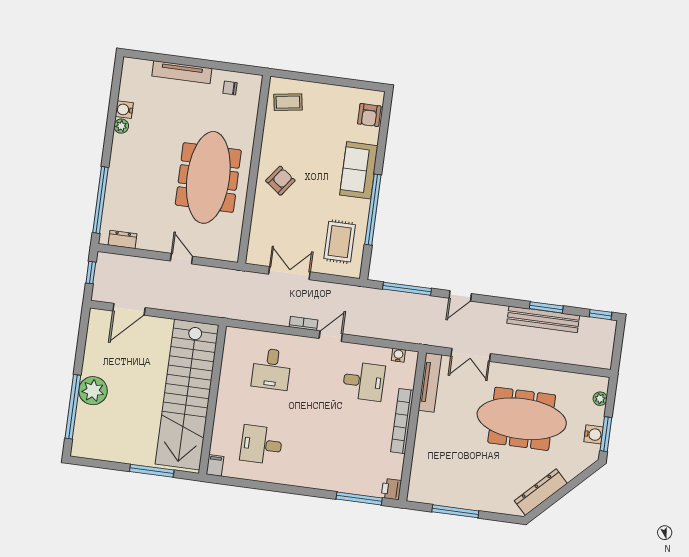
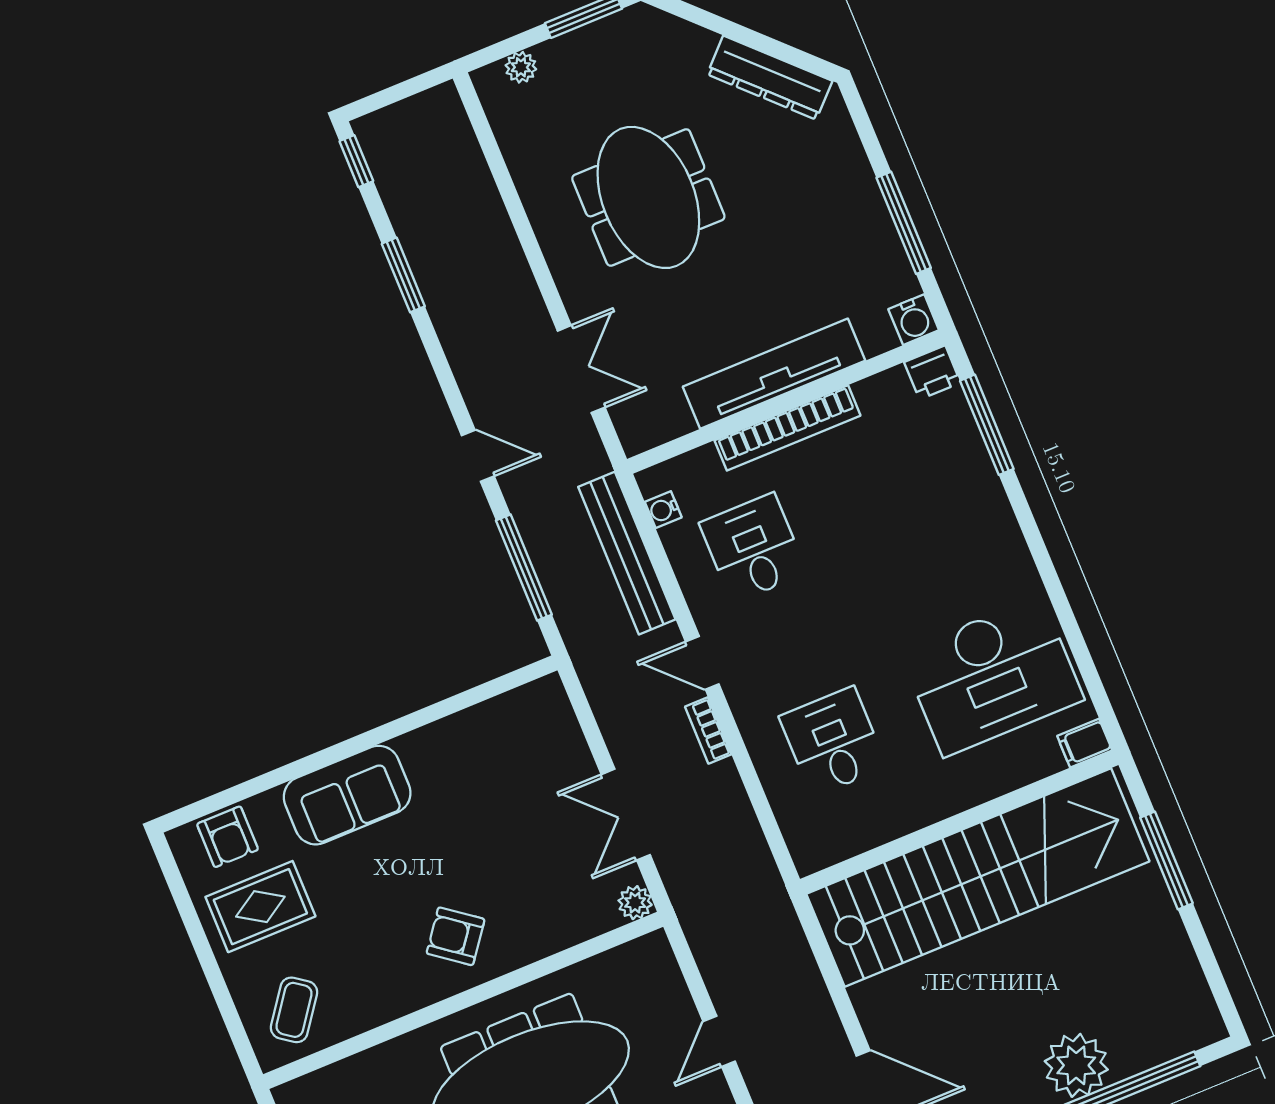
coffee table: (288, 102) -> (294, 1010), turned 45
armchair: (369, 115) -> (228, 837), turned 90
window: (373, 210) -> (408, 723), removed
rug: (340, 242) -> (260, 907), moved
plant: (254, 257) -> (635, 903), added
bench: (543, 319) -> (627, 553), moved
desk: (271, 369) -> (833, 742), turned -90
tv unit: (430, 382) -> (774, 374), moved, width x1.36, depth x1.29
meeting table: (522, 419) -> (648, 197), width x0.73
water cooler: (594, 434) -> (914, 320), moved, turned 180
desk: (261, 445) -> (992, 676), width x1.87, depth x1.30

